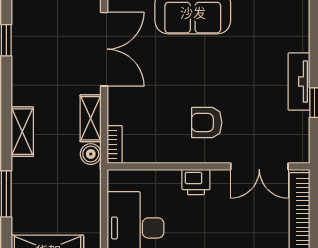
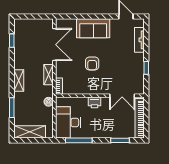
tv unit: (299, 82) -> (139, 40), moved
armchair: (207, 122) -> (92, 64), moved, turned -90
boiler: (91, 154) -> (49, 102), moved

